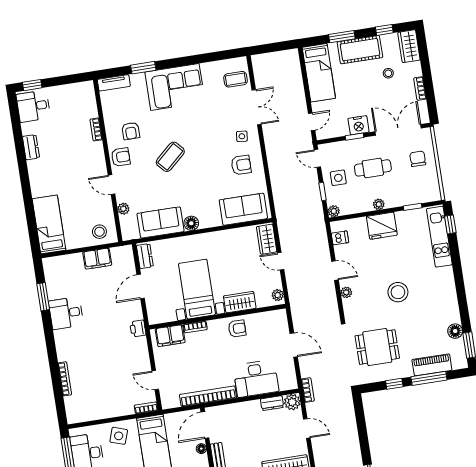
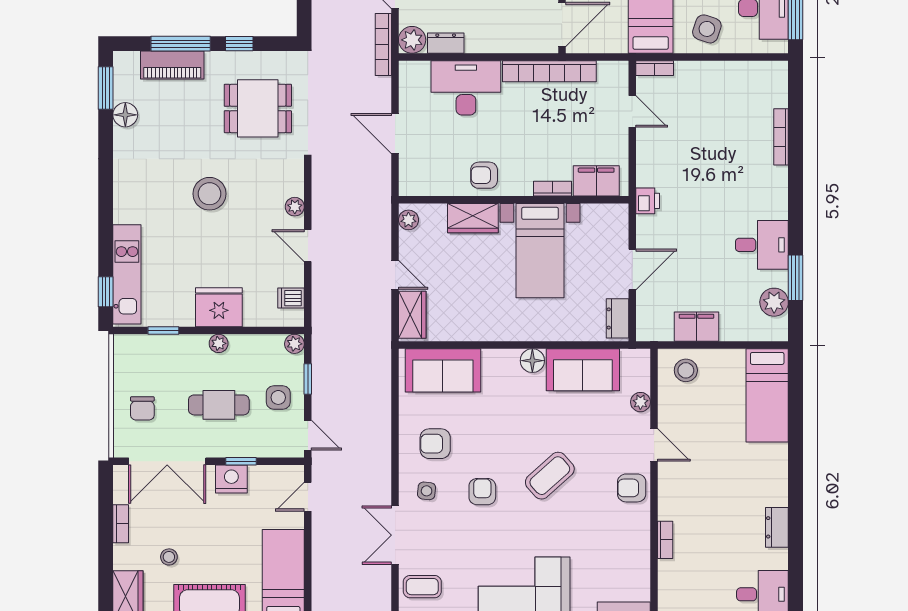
armchair: (131, 131) -> (482, 492), moved
plant: (54, 280) -> (774, 302), added
bookcase: (308, 390) -> (383, 44), width x1.56

